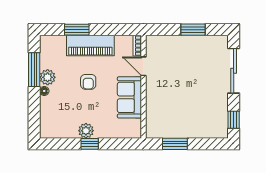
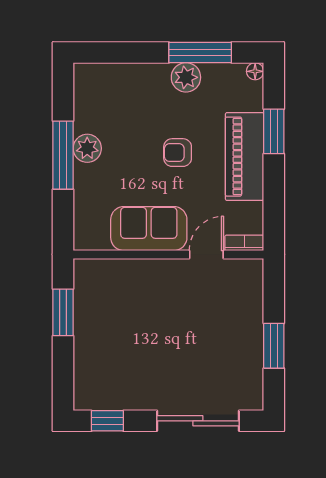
floor lamp: (44, 91) -> (255, 71), moved
window: (90, 144) -> (63, 155), width x2.17

